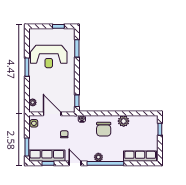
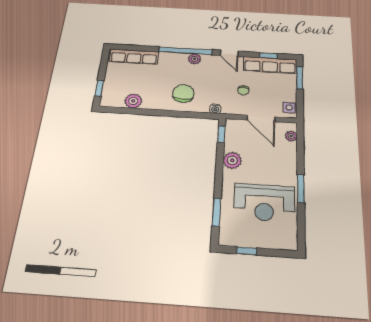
reception desk: (49, 56) -> (264, 203), turned 180
plant: (69, 83) -> (232, 160), added
plant: (124, 121) -> (133, 101), moved

